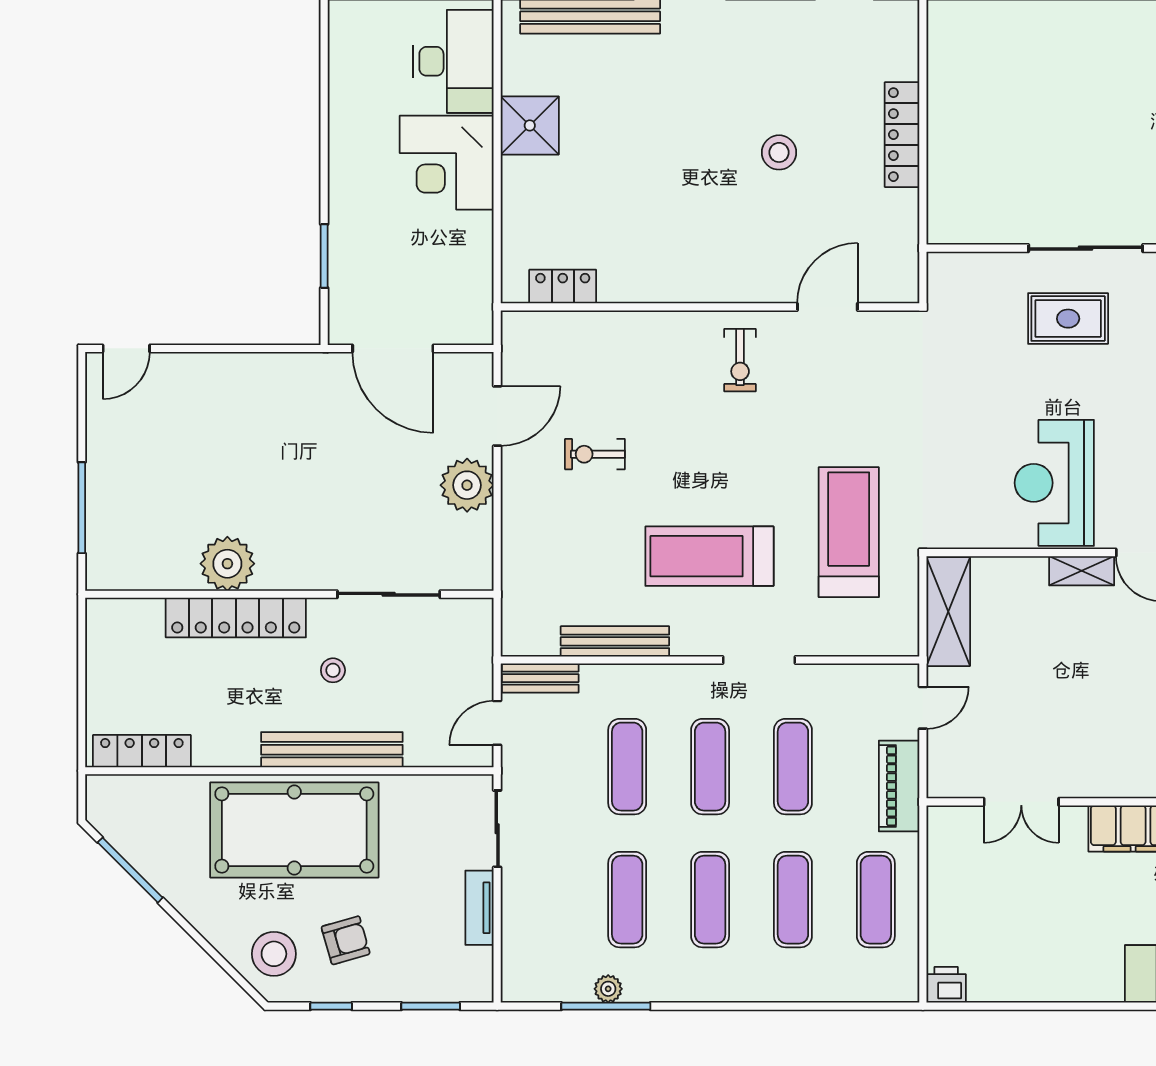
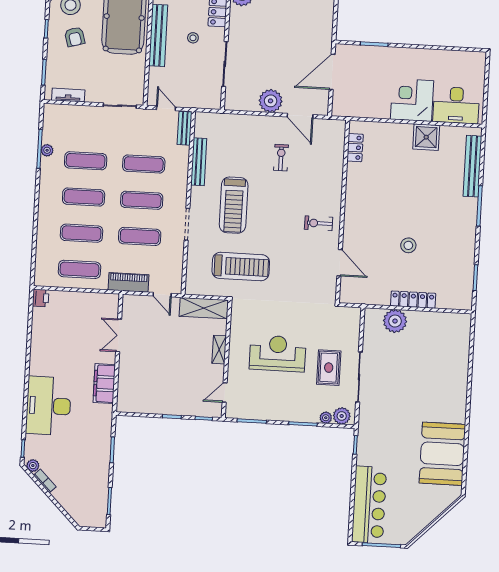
plant: (953, 173) -> (395, 321), added
reception desk: (1054, 483) -> (278, 353), moved
treadmill: (709, 556) -> (234, 205), turned 180
shelving: (1082, 571) -> (219, 350), moved
tv unit: (479, 908) -> (68, 95), moved

